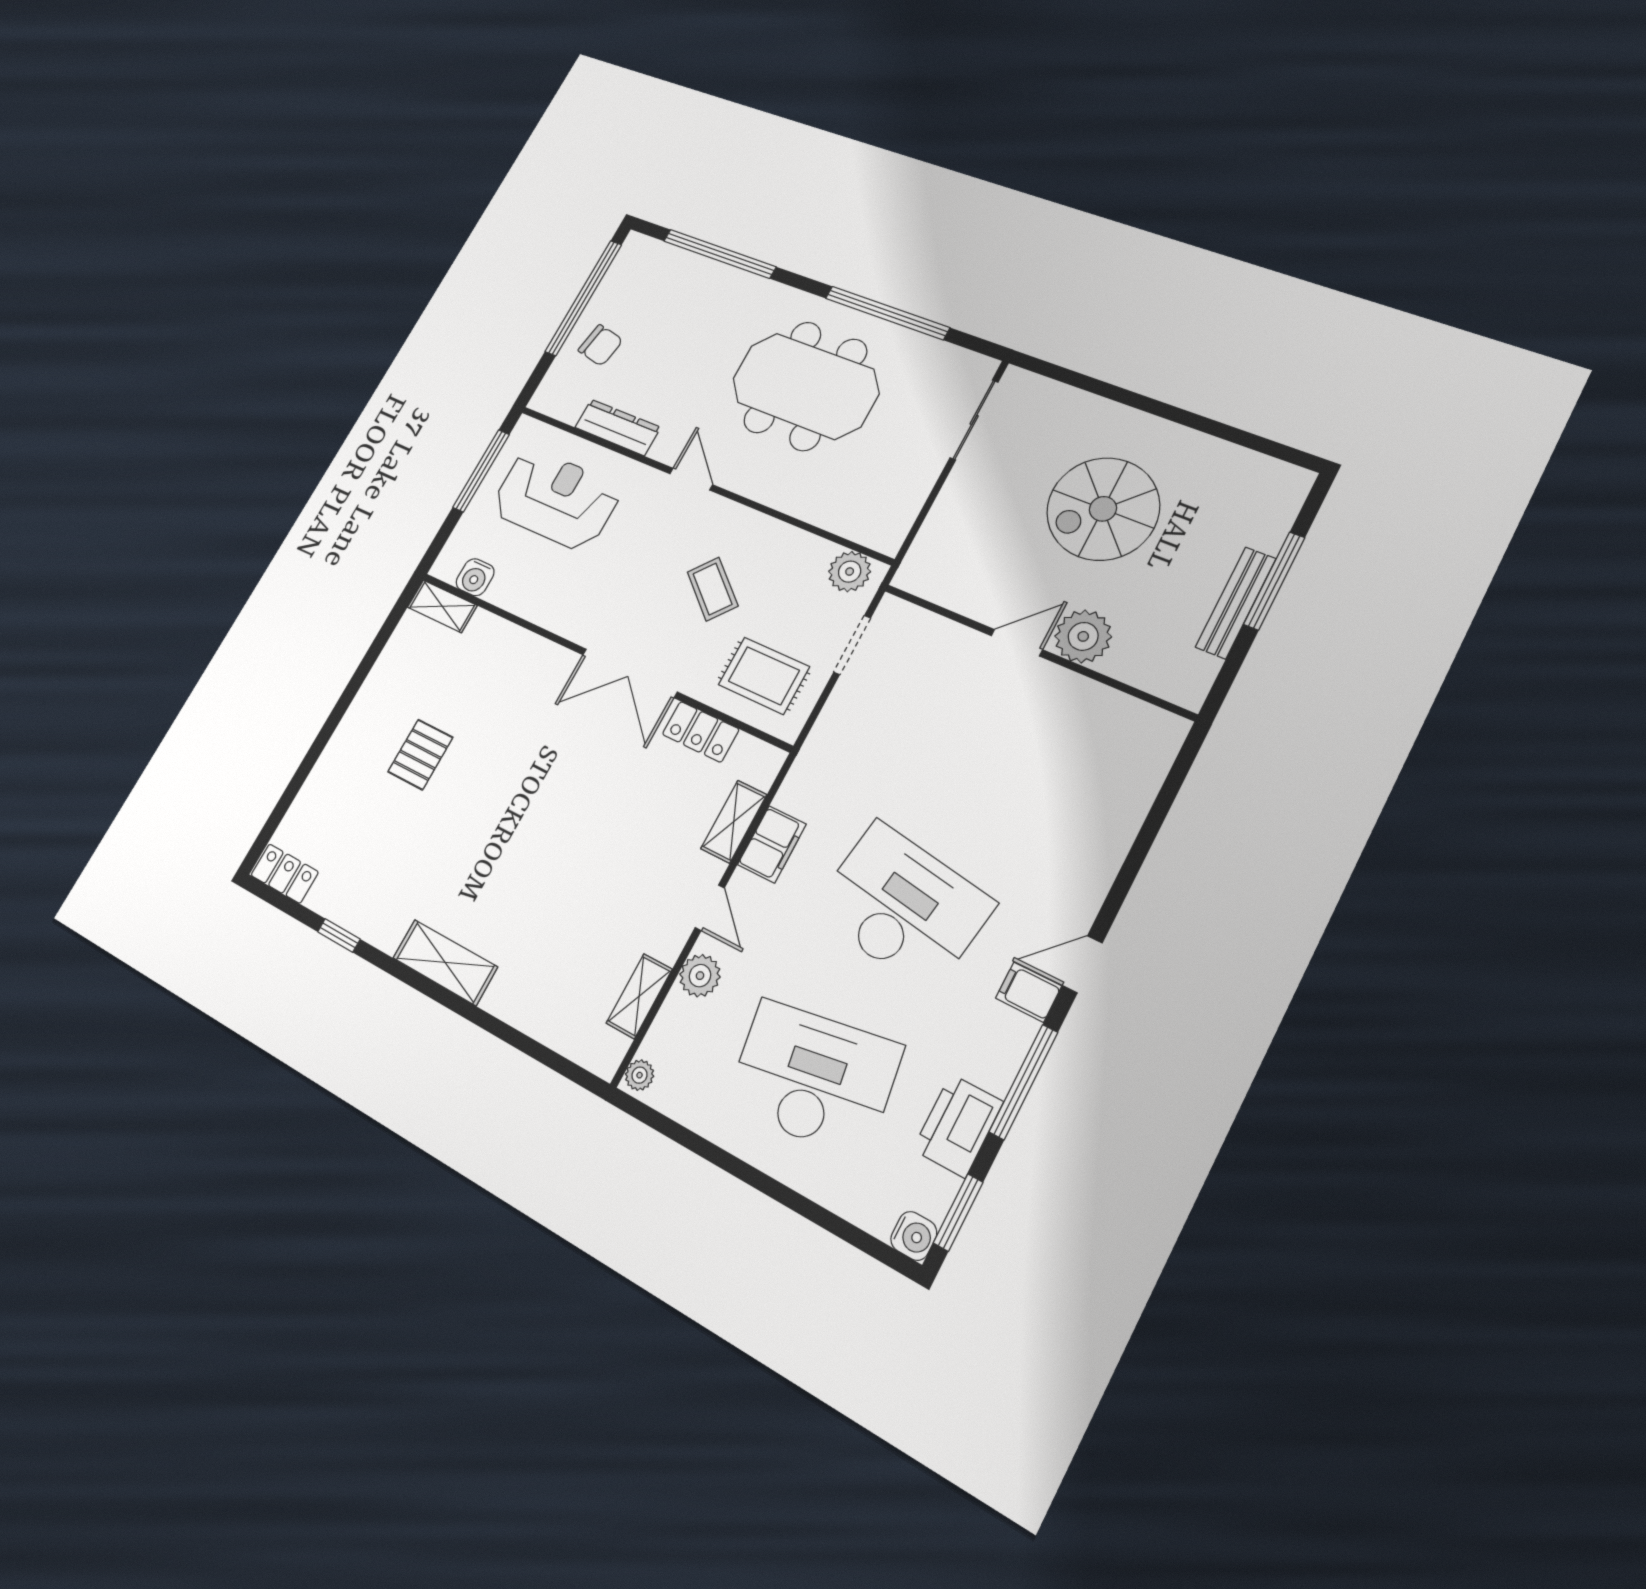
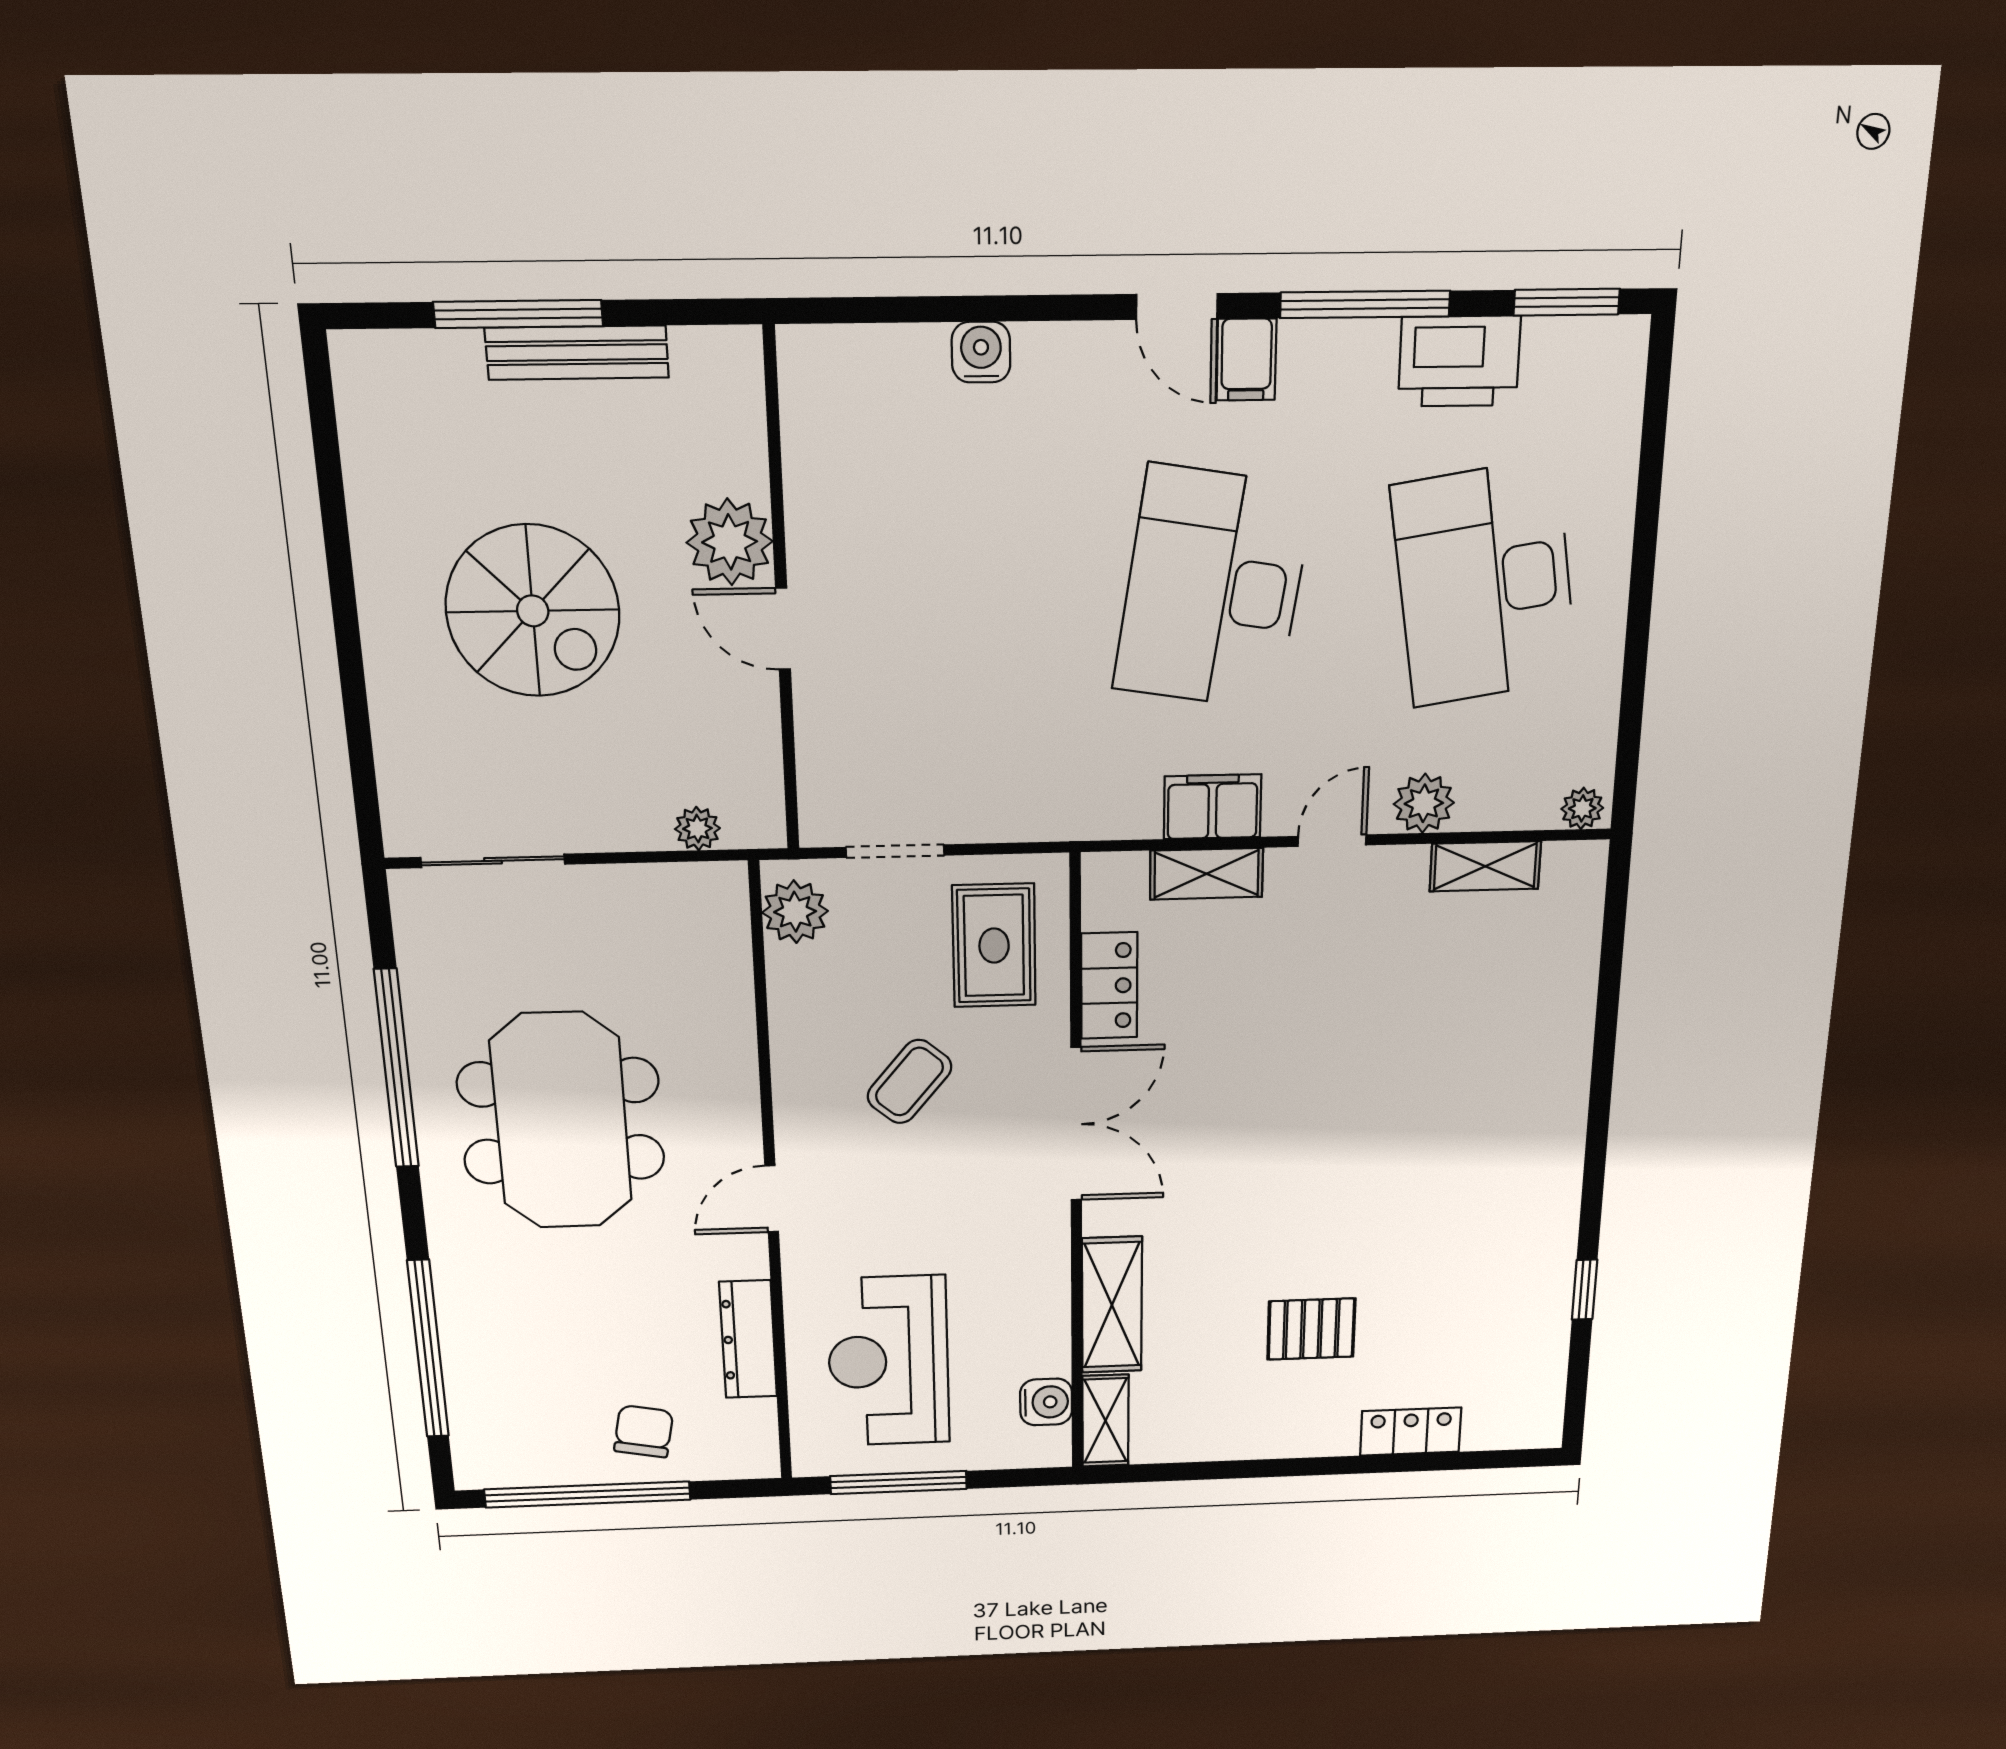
plant: (929, 540) -> (697, 829), added
locker: (285, 874) -> (1411, 1432), moved, turned 90
shelving: (445, 962) -> (1112, 1305), moved
water cooler: (914, 1236) -> (981, 352), moved

